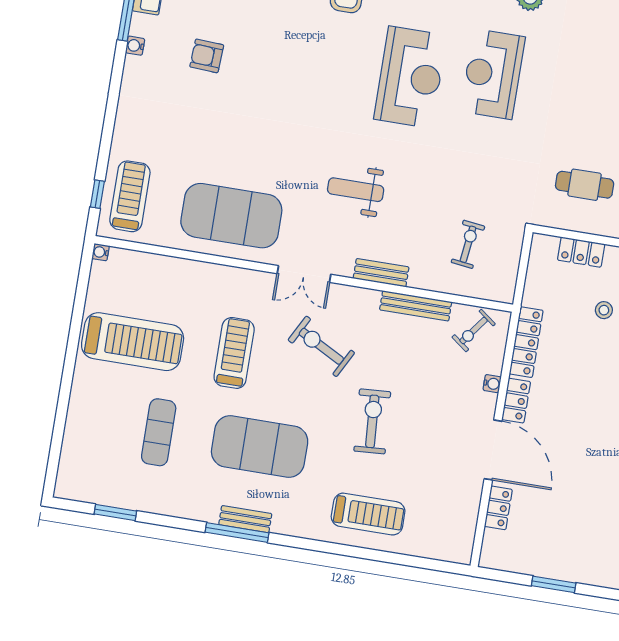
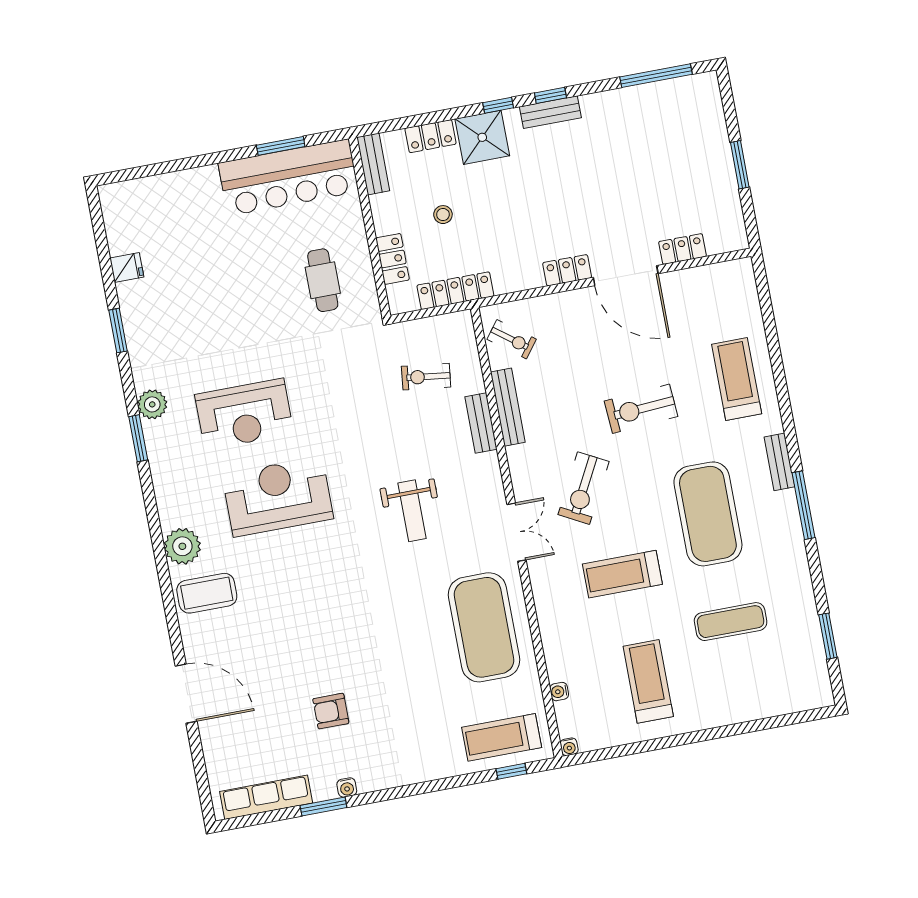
armchair: (207, 56) -> (331, 711), turned 87
bench: (381, 273) -> (481, 423), moved
treadmill: (133, 342) -> (648, 681), width x0.73, depth x0.73
locker: (526, 342) -> (455, 291), moved
water cooler: (492, 384) -> (559, 692), moved, turned -90
door: (493, 450) -> (626, 276), swing flipped
bench: (245, 519) -> (779, 462), moved

